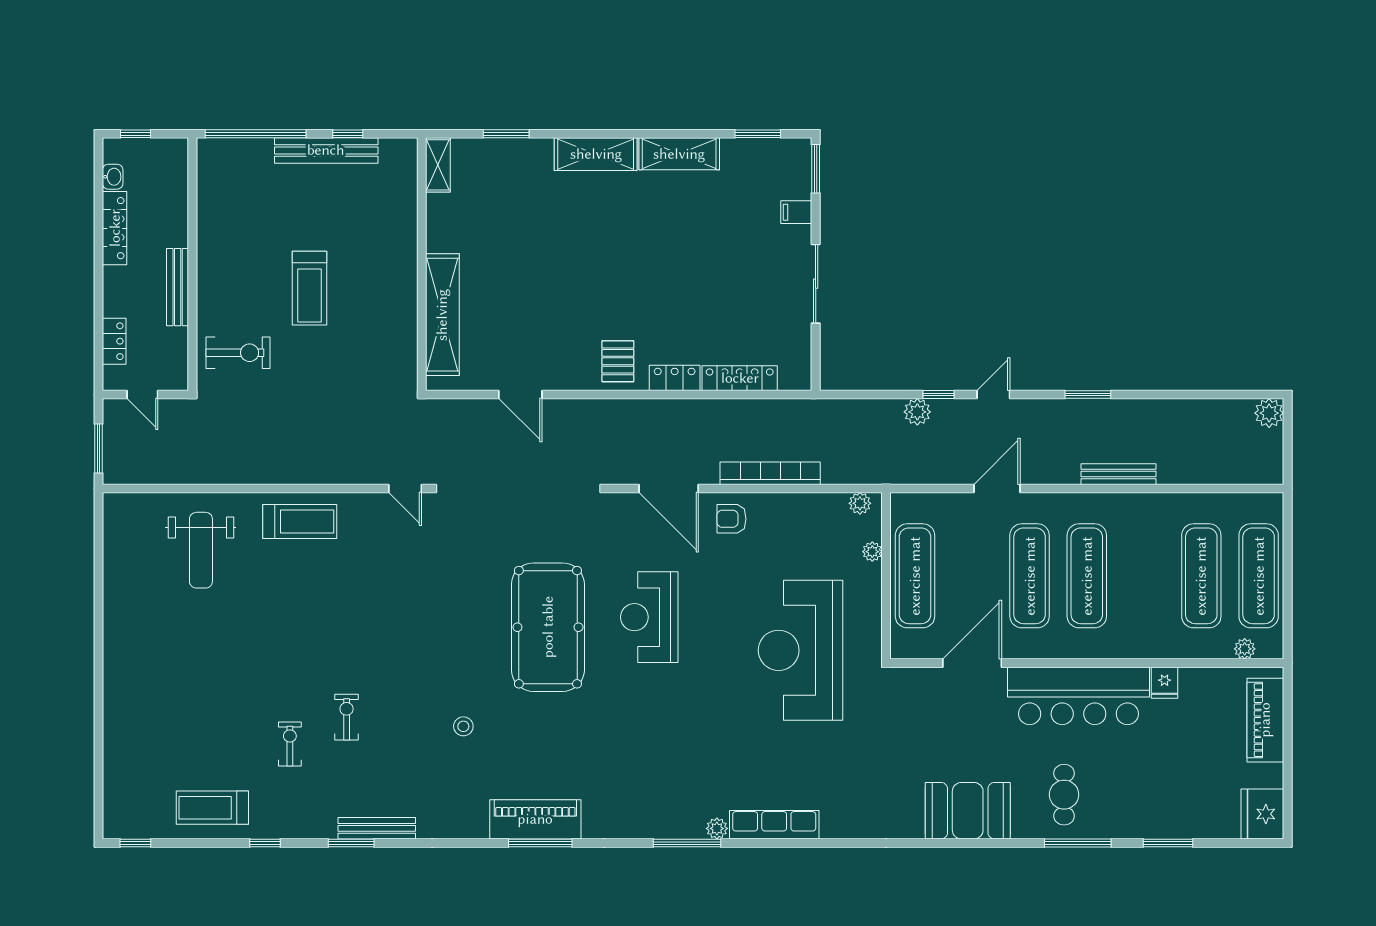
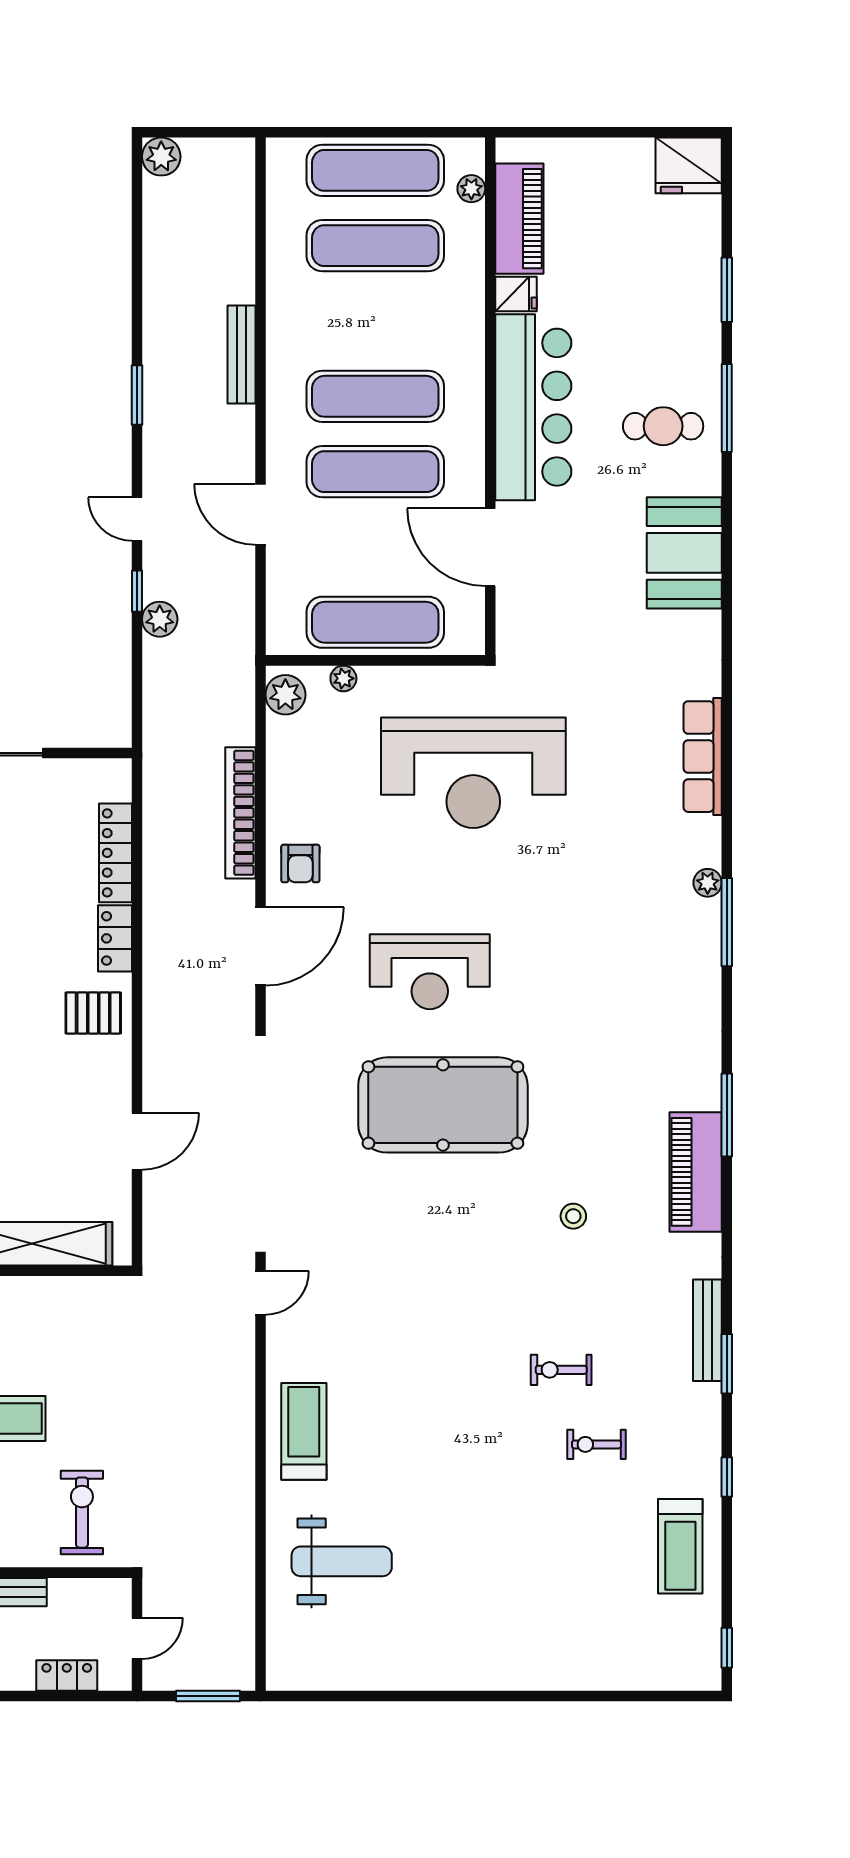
plant: (860, 503) -> (285, 695), width x1.38, depth x1.38
piano: (1265, 720) -> (519, 219), moved, turned -90
piano: (535, 819) -> (696, 1172), moved
row of seats: (774, 825) -> (703, 757), moved

